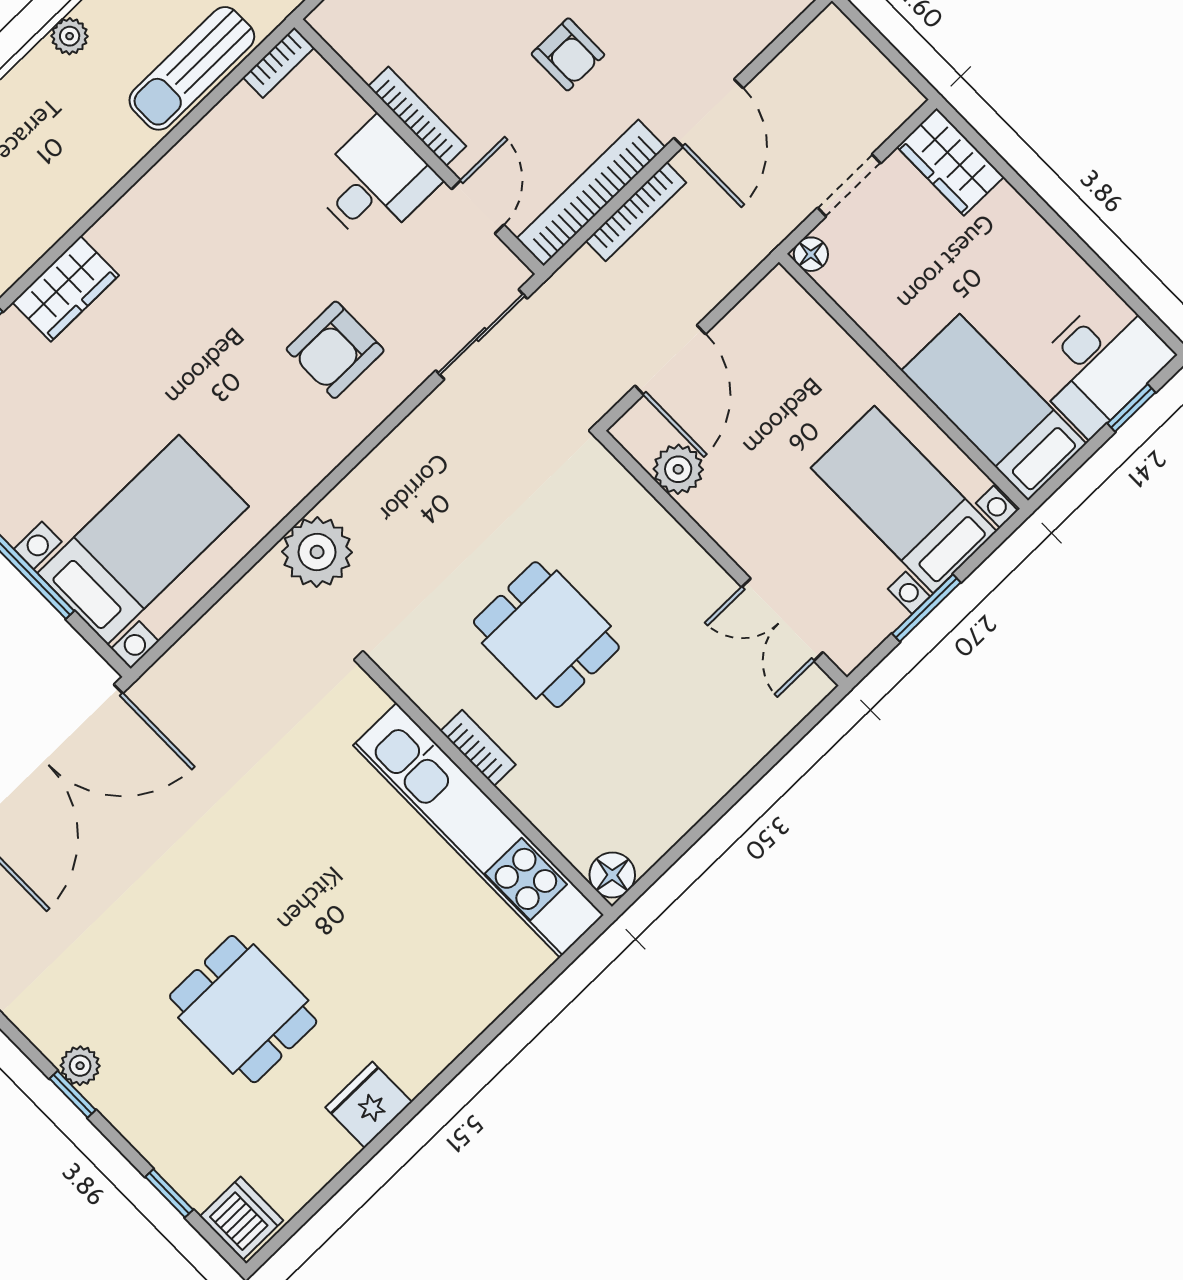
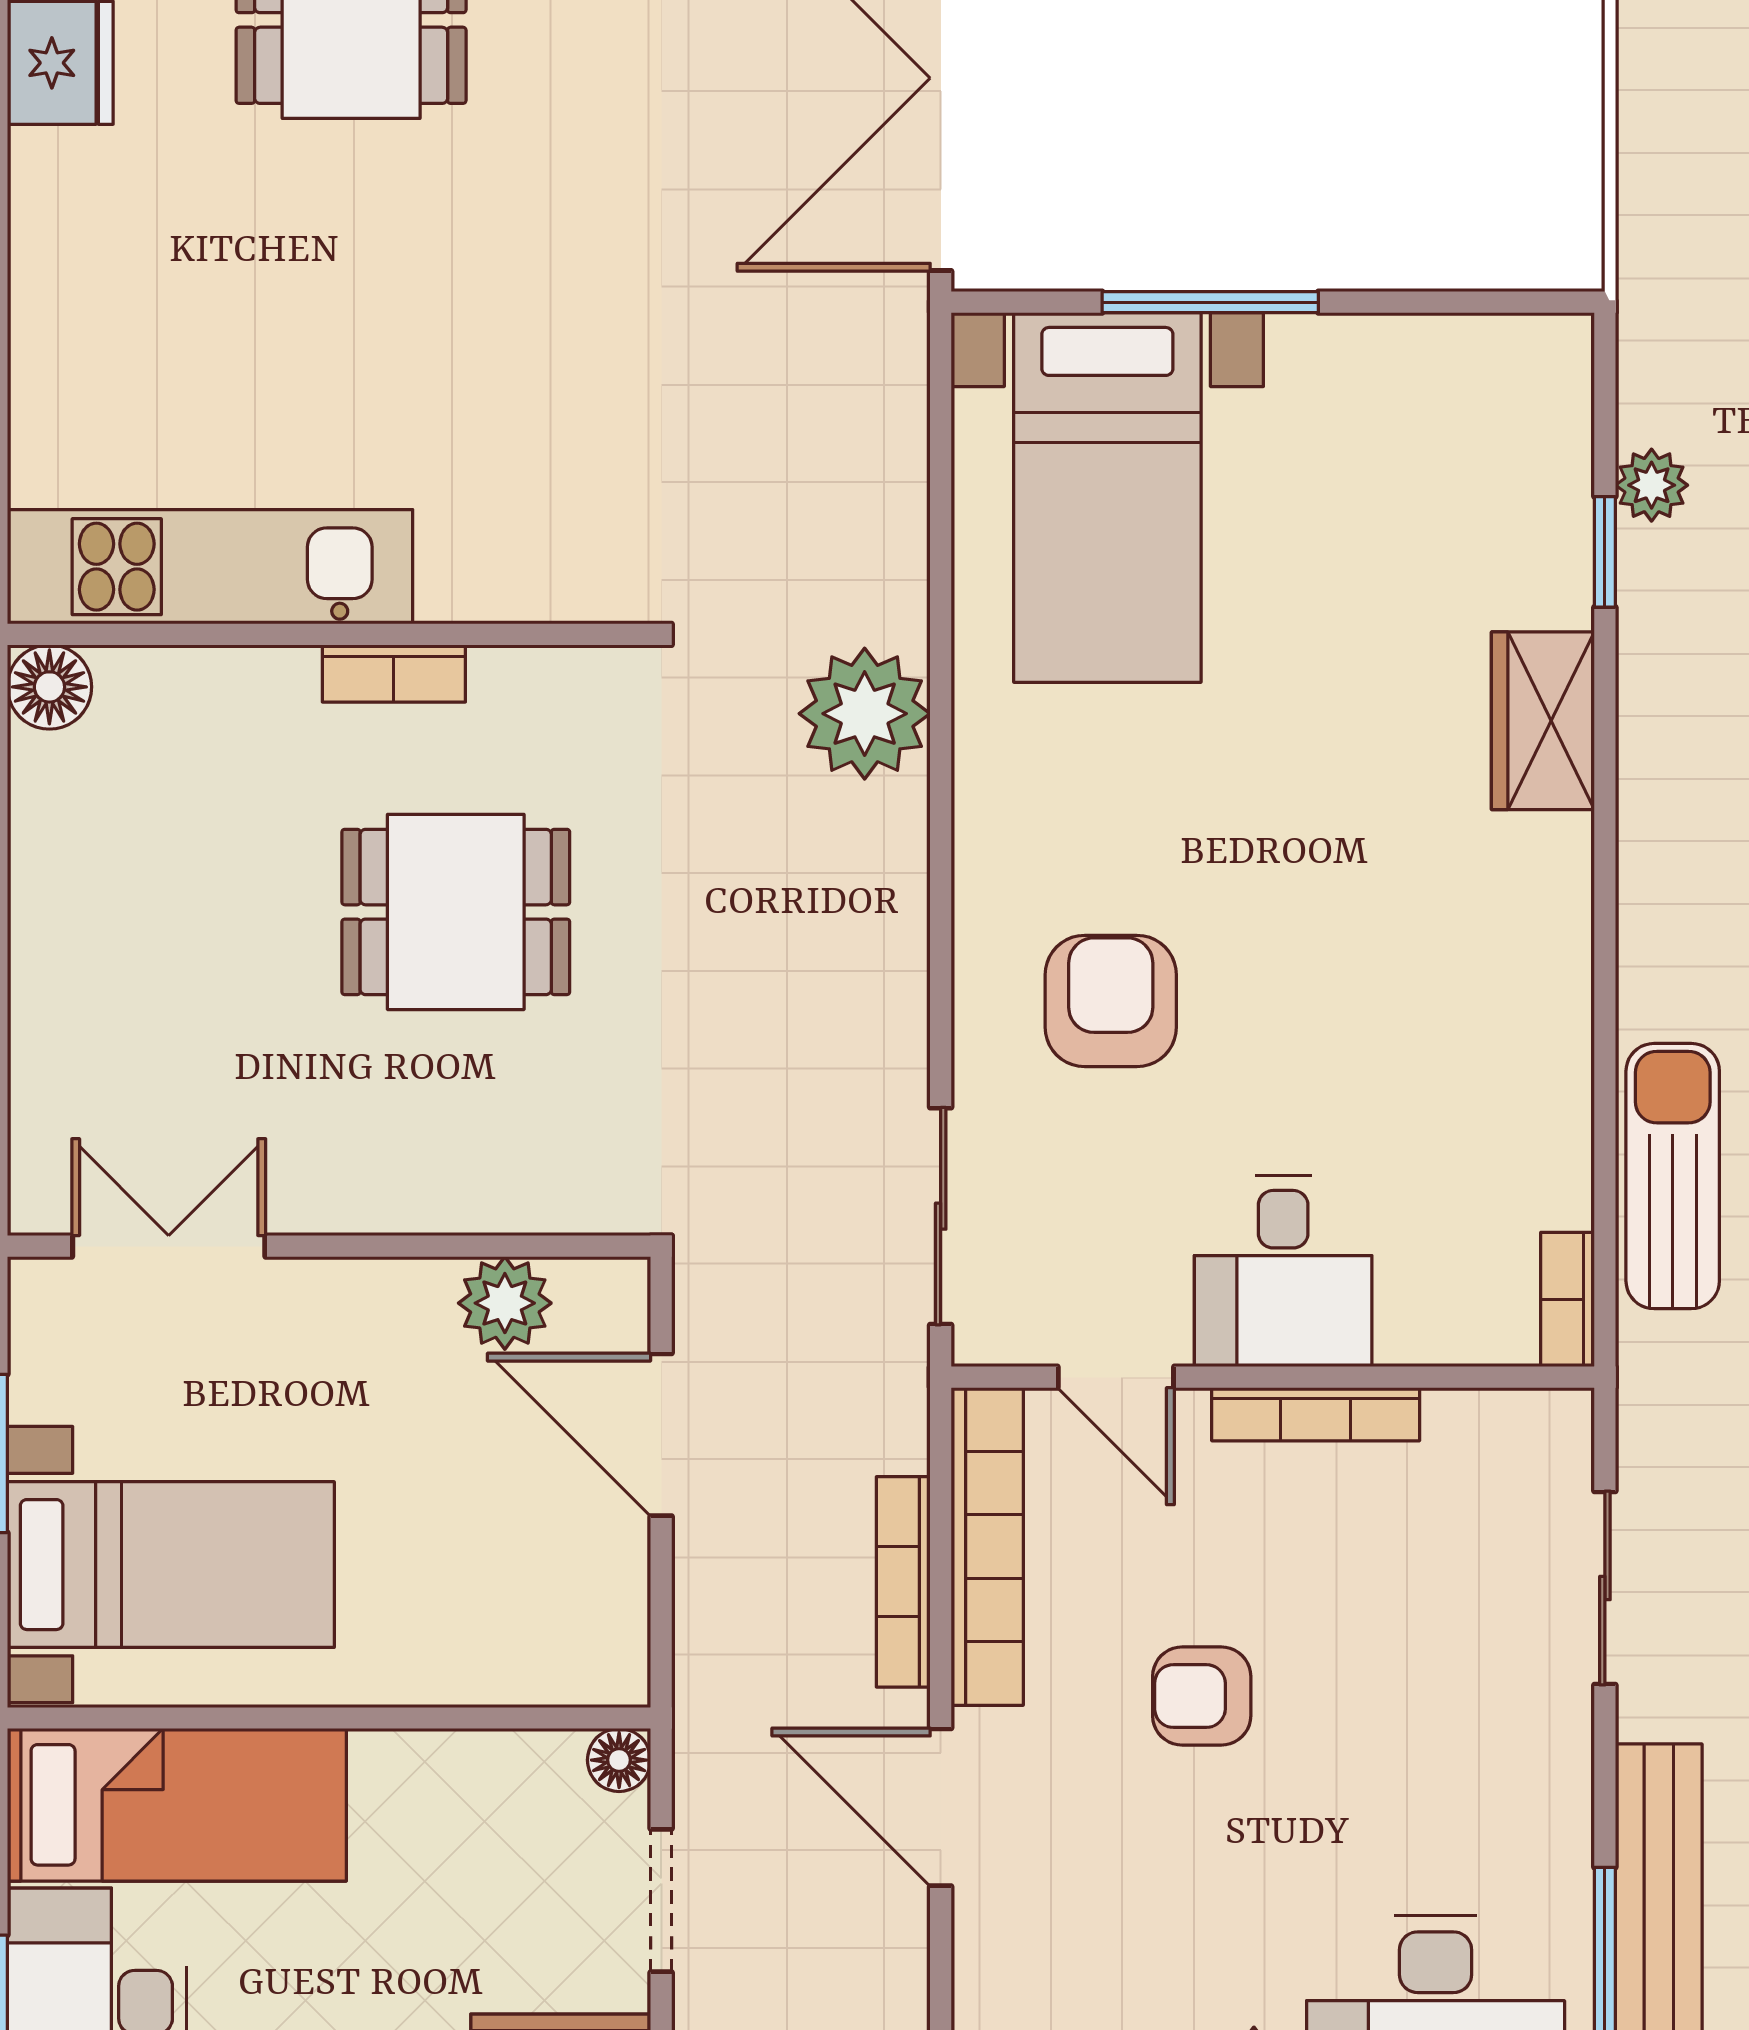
kitchen unit: (478, 830) -> (210, 567), width x0.73

